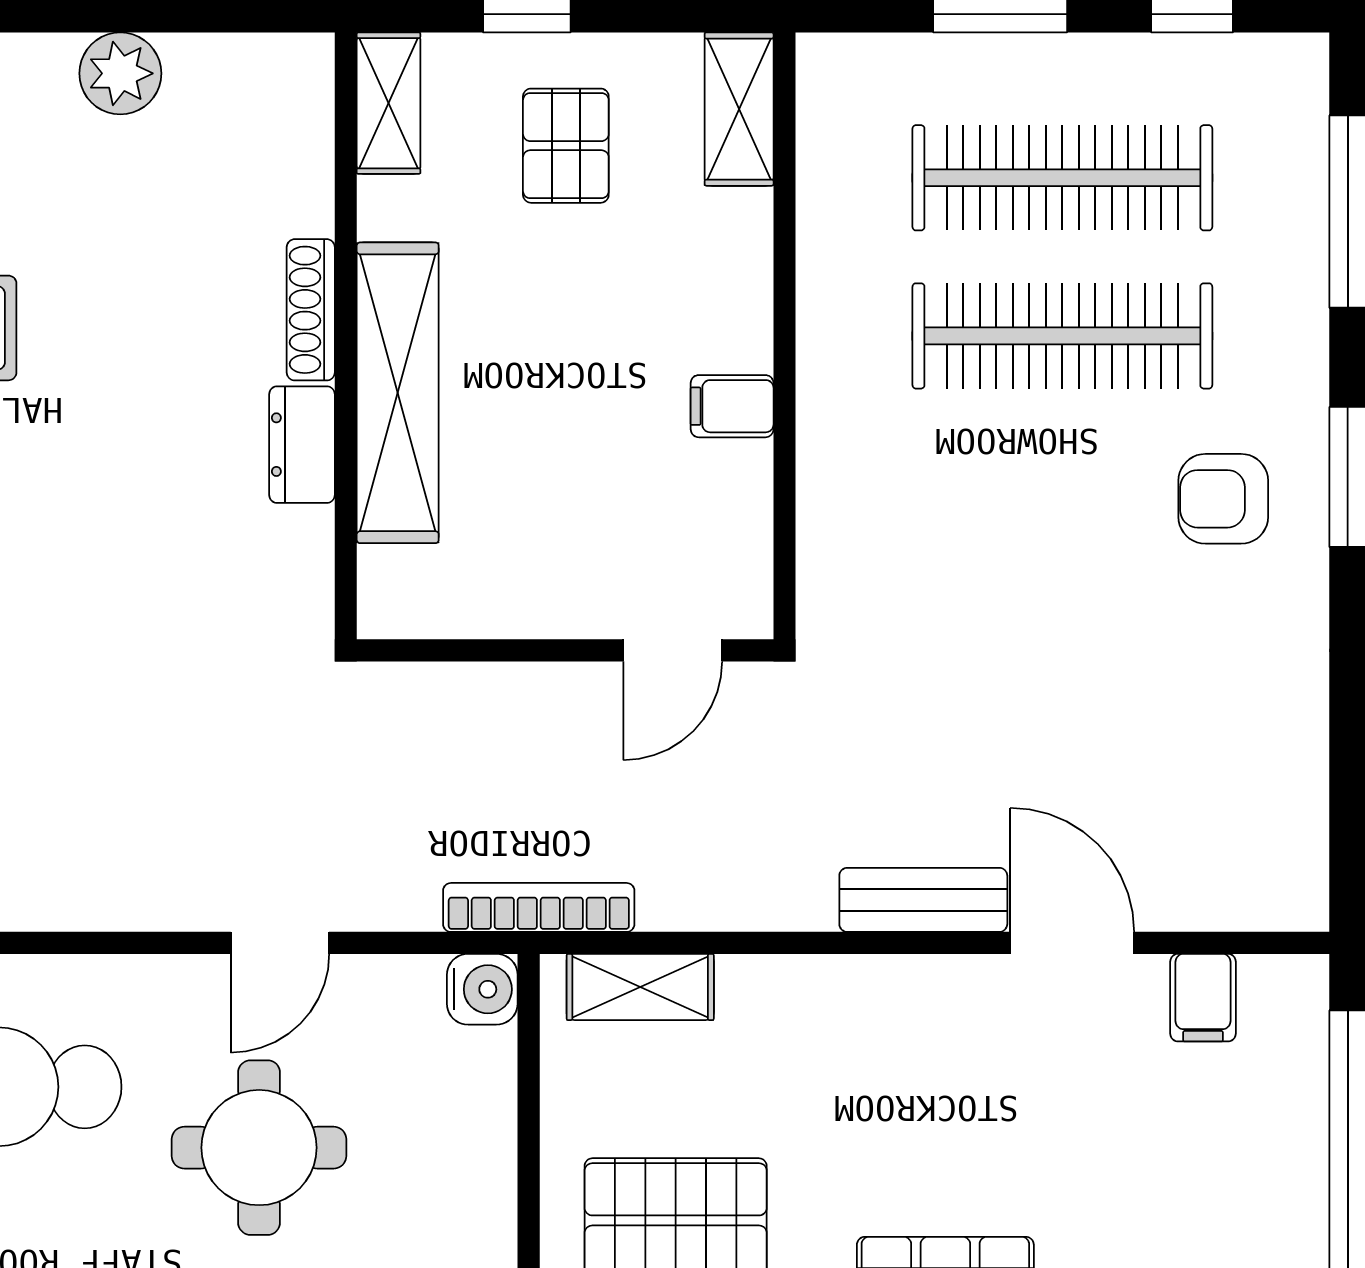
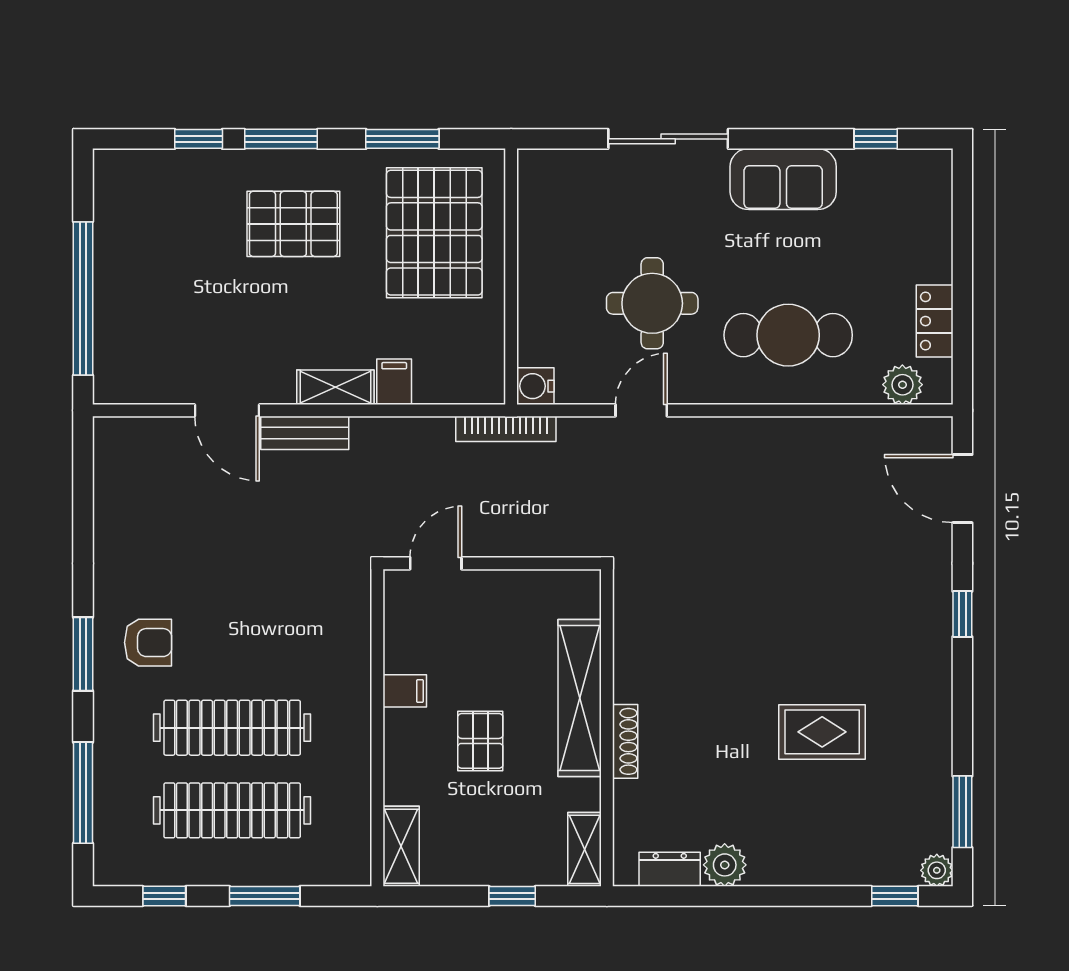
pallet: (566, 146) -> (480, 741), moved
dresser: (302, 445) -> (670, 869), moved, turned -90
shelving: (640, 987) -> (335, 387), moved
filing cabinet: (1203, 998) -> (394, 382), moved

